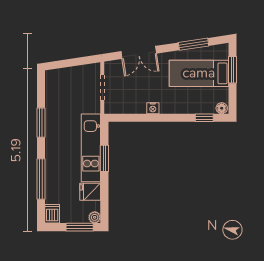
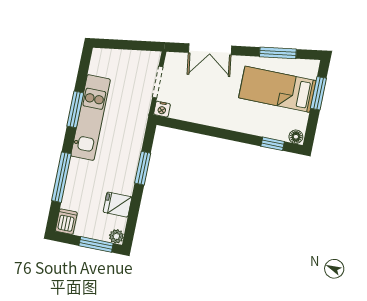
nightstand: (153, 108) -> (162, 109), moved
kitchen unit: (91, 148) -> (91, 118), moved, turned 180

